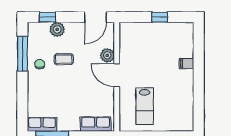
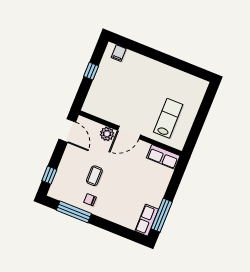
plant: (57, 29) -> (64, 171), removed
filing cabinet: (187, 64) -> (119, 53), moved
lab bench: (145, 106) -> (168, 118), turned -90
row of seats: (96, 124) -> (163, 157), moved, turned -90

